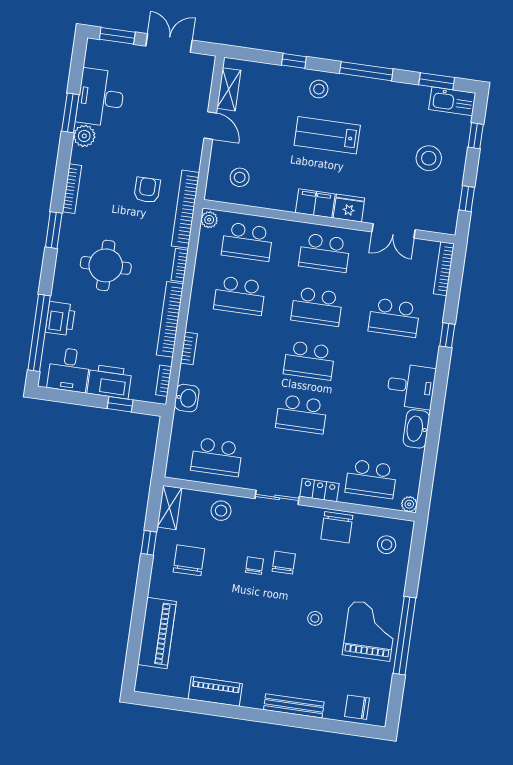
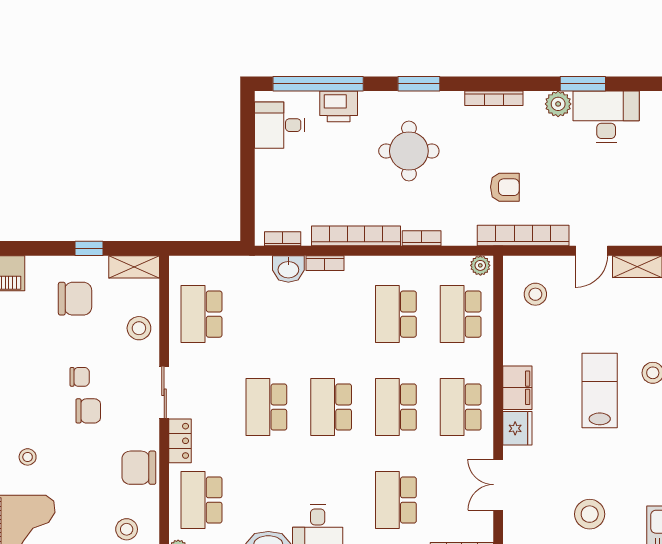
bookcase: (185, 209) -> (523, 236), moved
window: (54, 230) -> (419, 84), moved
printer: (109, 382) -> (272, 175), removed
washbasin: (187, 398) -> (288, 269), moved
window: (120, 404) -> (248, 191), removed

